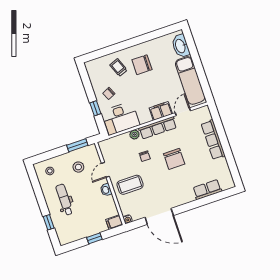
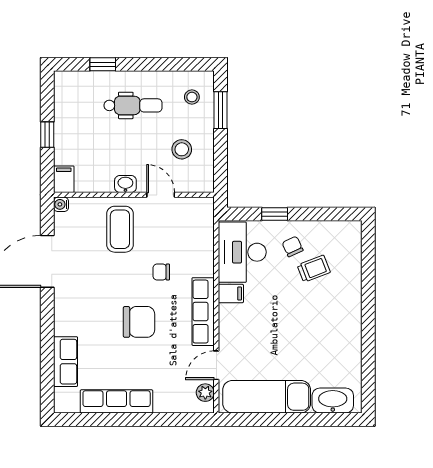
chair: (142, 65) -> (323, 322), removed
trolley: (118, 67) -> (314, 269), moved
filing cabinet: (161, 111) -> (231, 294), moved, width x0.50
door: (183, 112) -> (216, 365), swing flipped
plant: (134, 135) -> (205, 393), moved
row of seats: (213, 140) -> (117, 401), moved
window: (77, 145) -> (221, 110), moved
chair: (174, 159) -> (139, 322), turned 180

